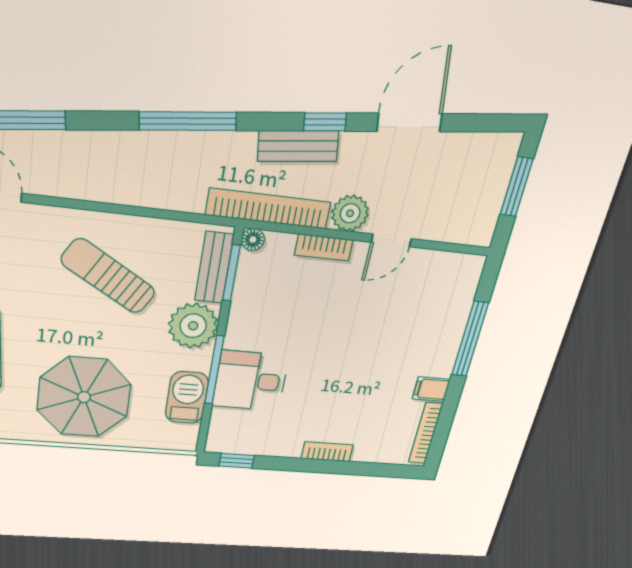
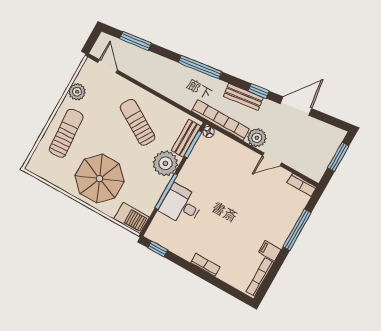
bookcase: (324, 247) -> (302, 185), moved
barbecue: (187, 398) -> (132, 218), moved, turned 90

